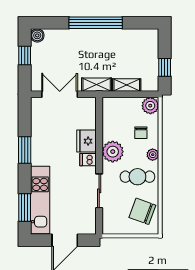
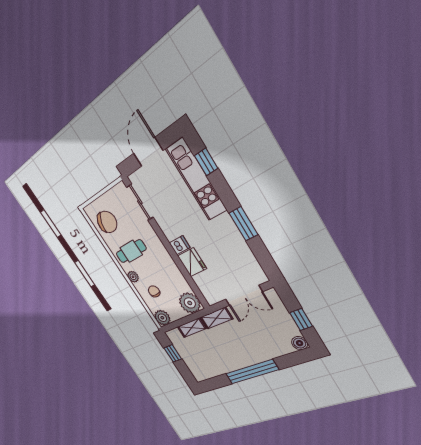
plant: (113, 152) -> (190, 303), moved
sliding door: (99, 191) -> (140, 202), moved
window: (25, 208) -> (206, 162), width x0.67

